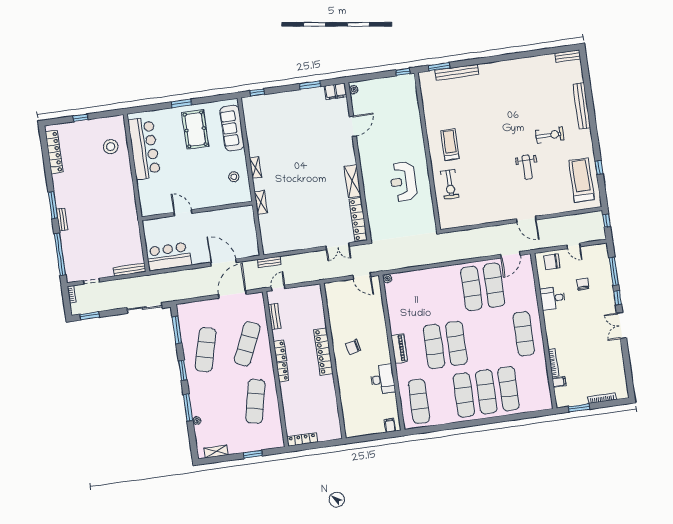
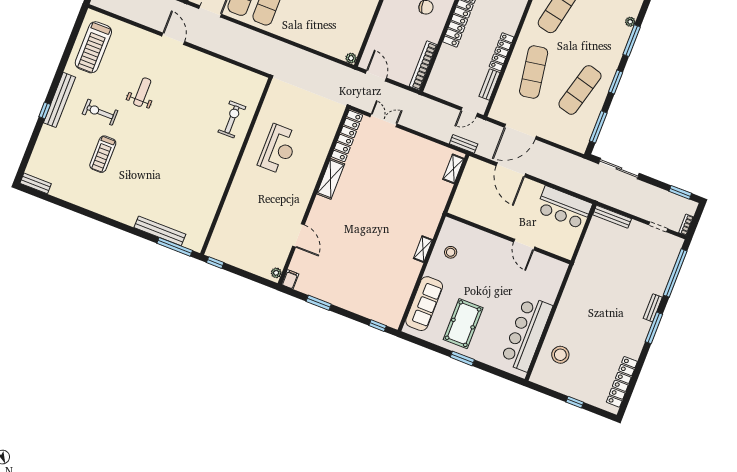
window: (439, 67) -> (175, 247), width x1.44
filing cabinet: (336, 91) -> (290, 279), width x0.50
bench: (582, 106) -> (60, 100), moved
door: (353, 126) -> (298, 235), swing flipped
treadmill: (450, 145) -> (103, 154), moved
window: (599, 167) -> (45, 110), moved
shelving: (261, 202) -> (453, 169), moved
bookcase: (331, 303) -> (423, 66), added
exercise mat: (247, 344) -> (534, 72), turned -33
locker: (280, 351) -> (502, 52), width x1.53
locker: (283, 372) -> (513, 23), removed

